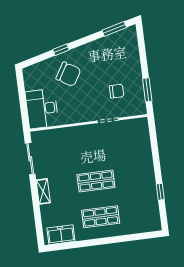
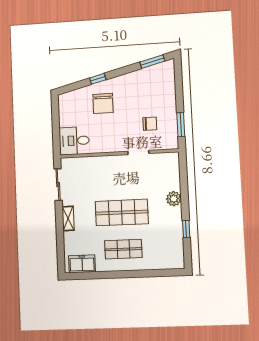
chair: (68, 74) -> (103, 103), turned 59
desk: (42, 109) -> (74, 141), width x0.73
plant: (146, 163) -> (174, 199), added
shop shelf: (96, 181) -> (122, 212), width x1.43, depth x1.36

